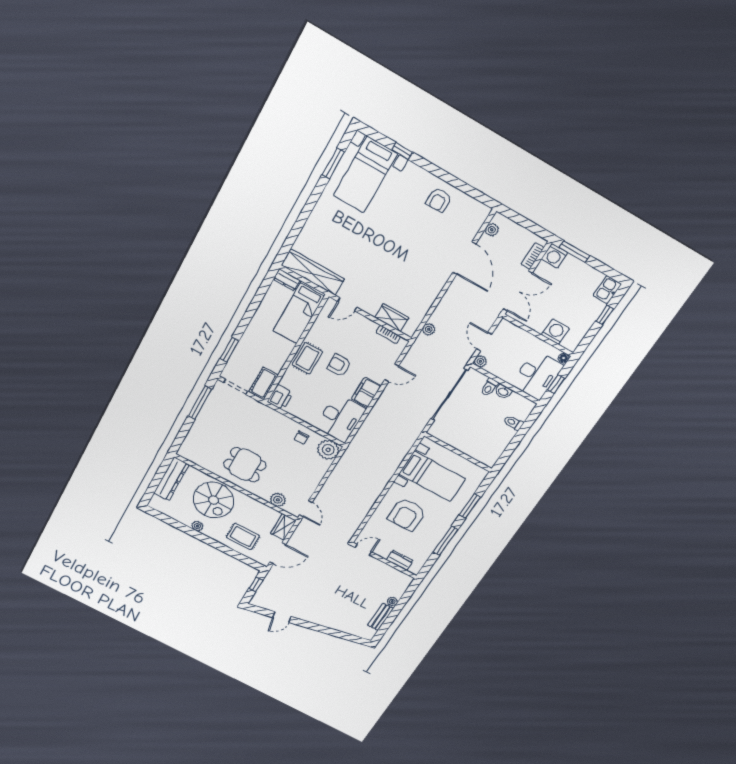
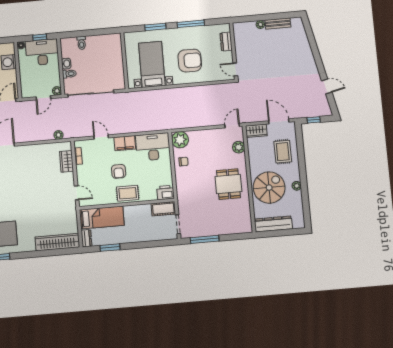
wardrobe: (313, 272) -> (57, 242), moved, turned 90
window: (229, 350) -> (110, 248), moved

